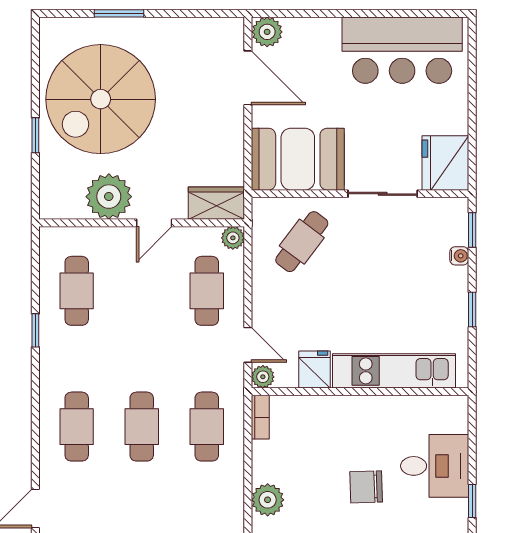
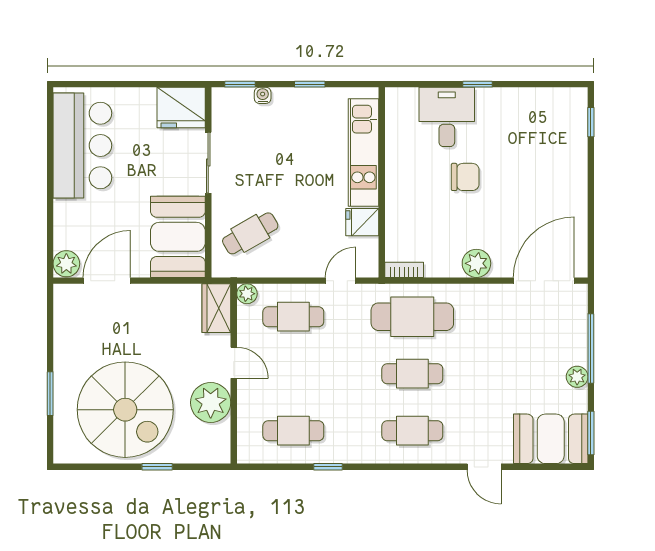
cafe table: (302, 242) -> (250, 233), turned -67
plant: (263, 377) -> (369, 268), removed
cafe table: (207, 427) -> (412, 317), width x1.37, depth x1.35
chair: (366, 487) -> (465, 177), turned -88

